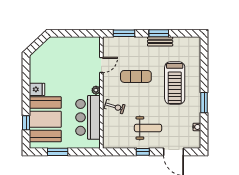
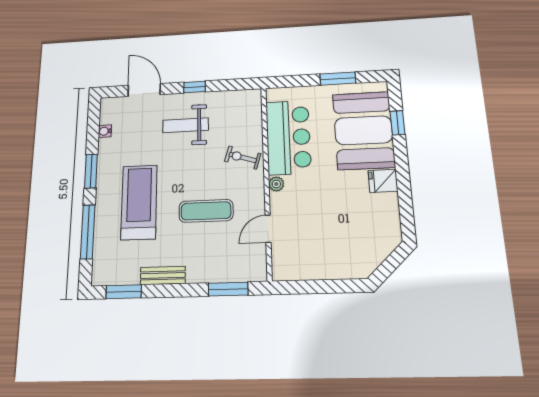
window: (159, 33) -> (124, 292), moved
window: (204, 67) -> (88, 232), added

